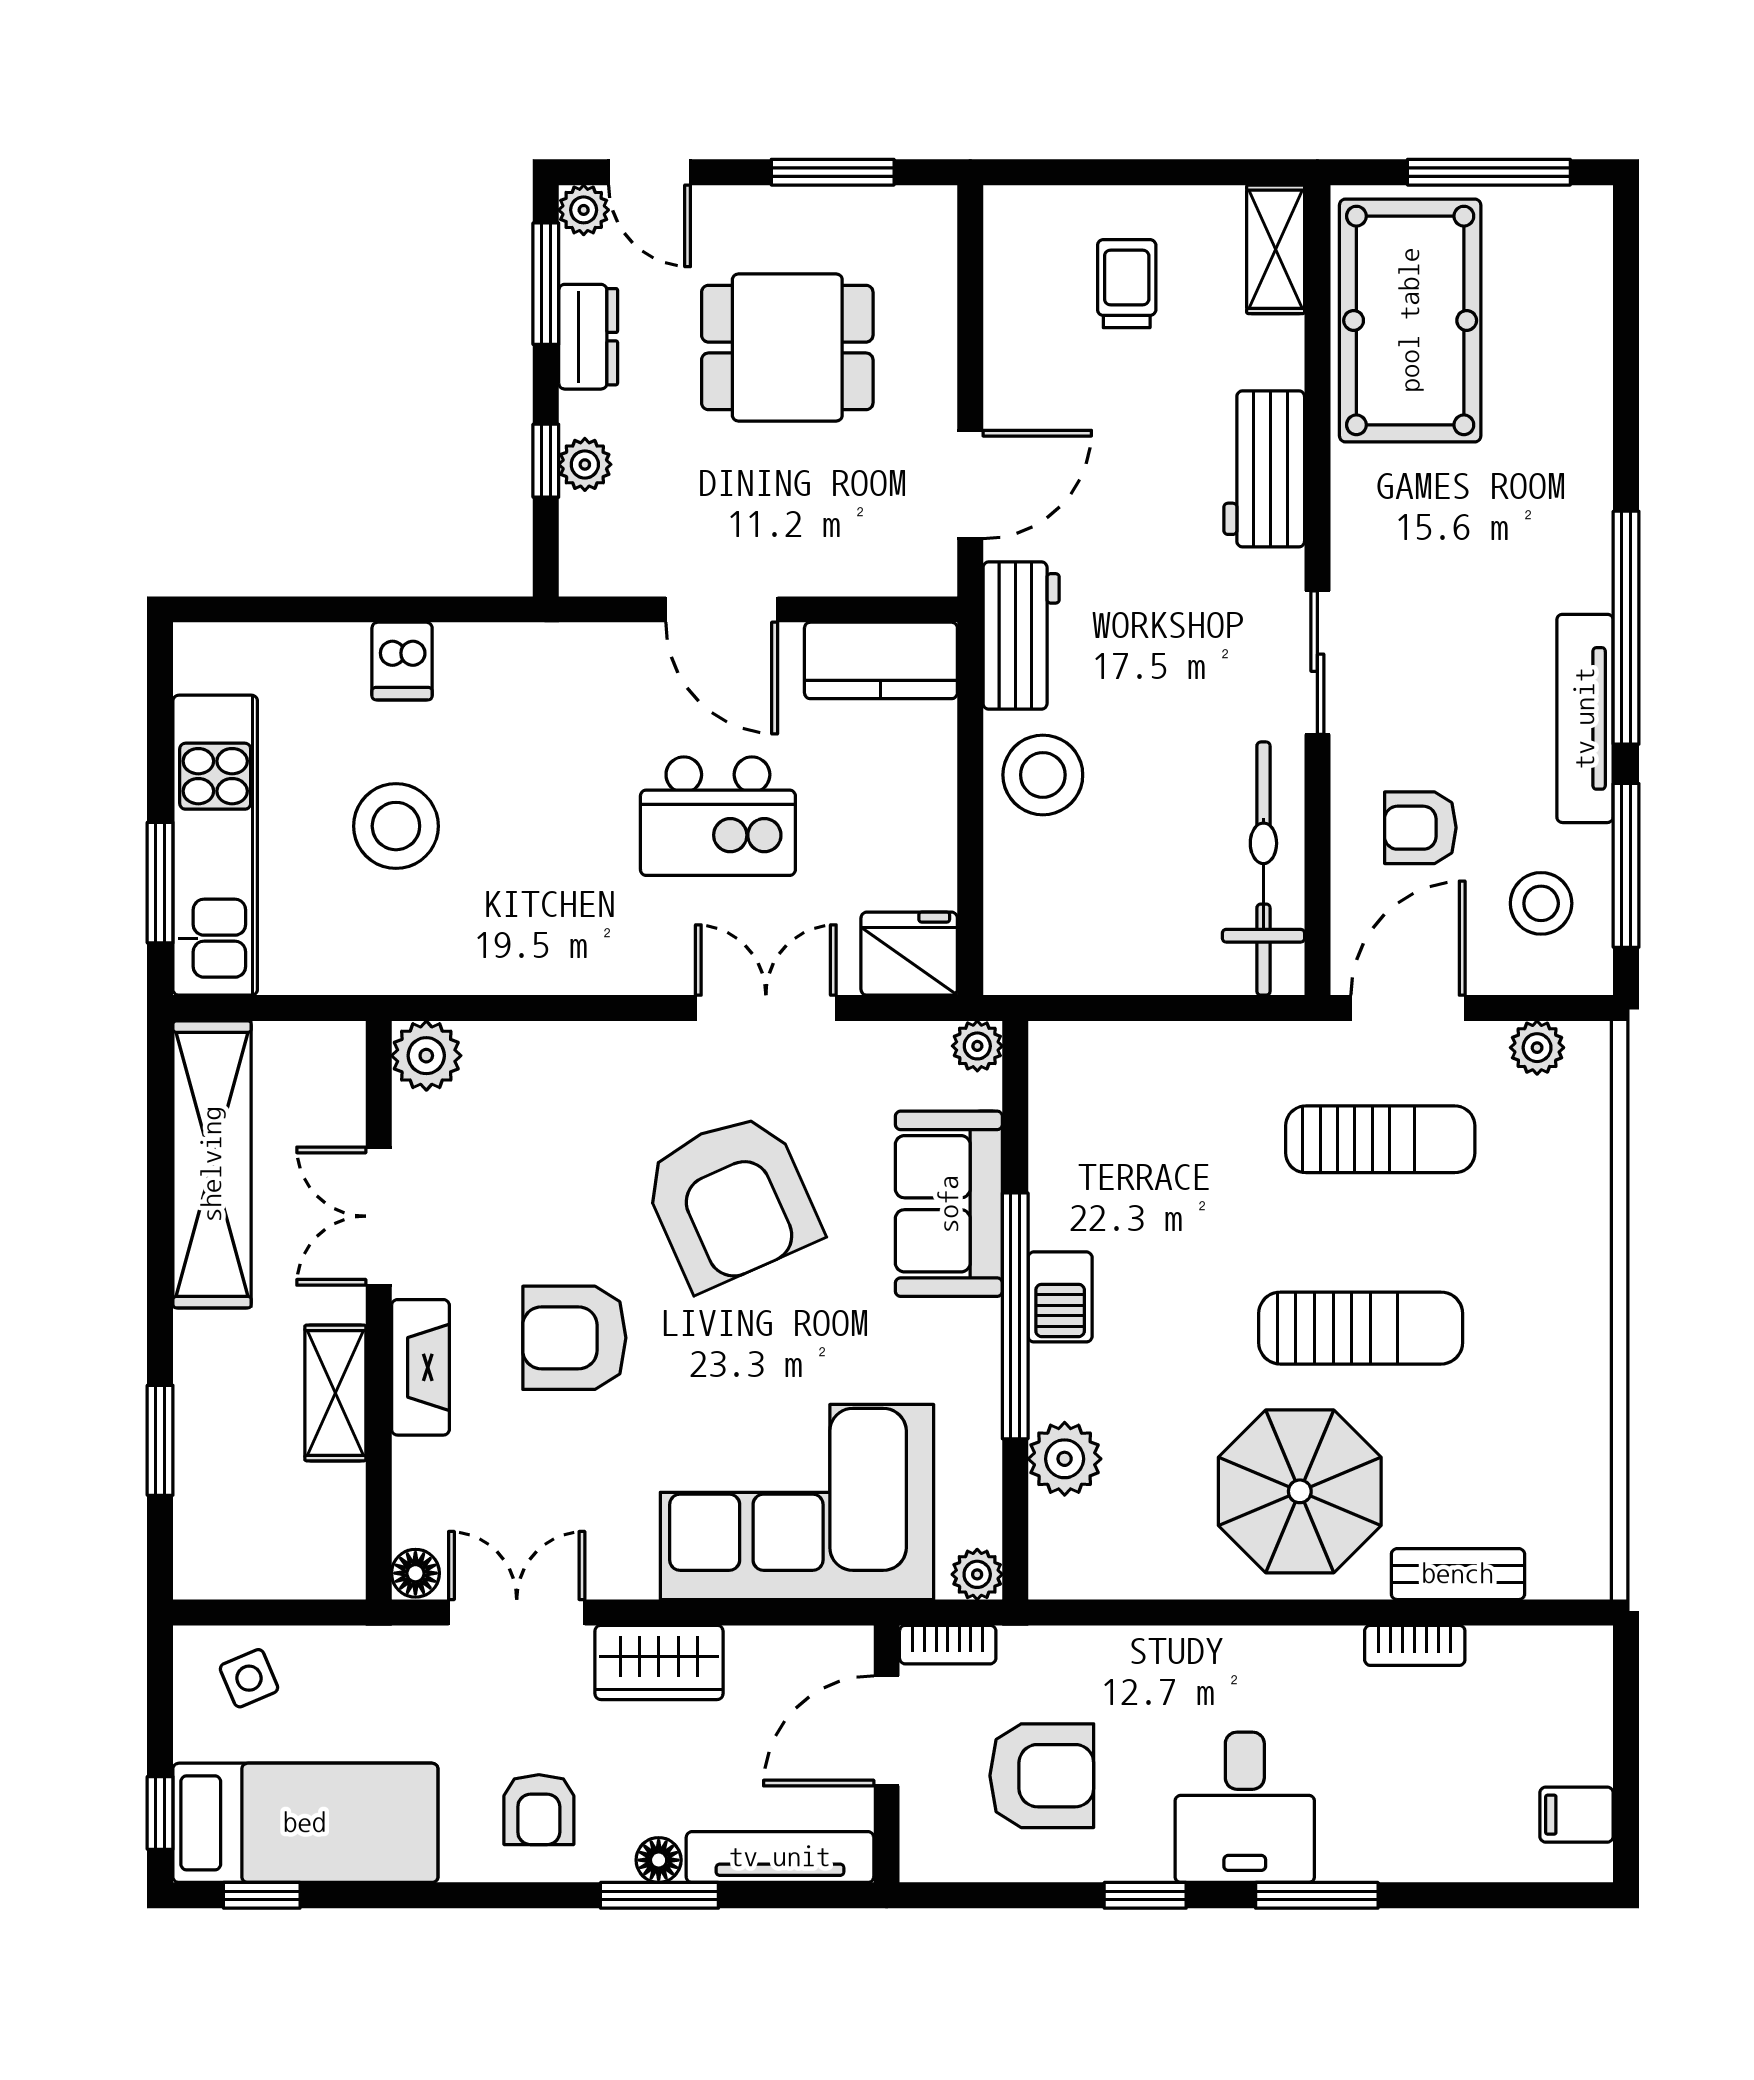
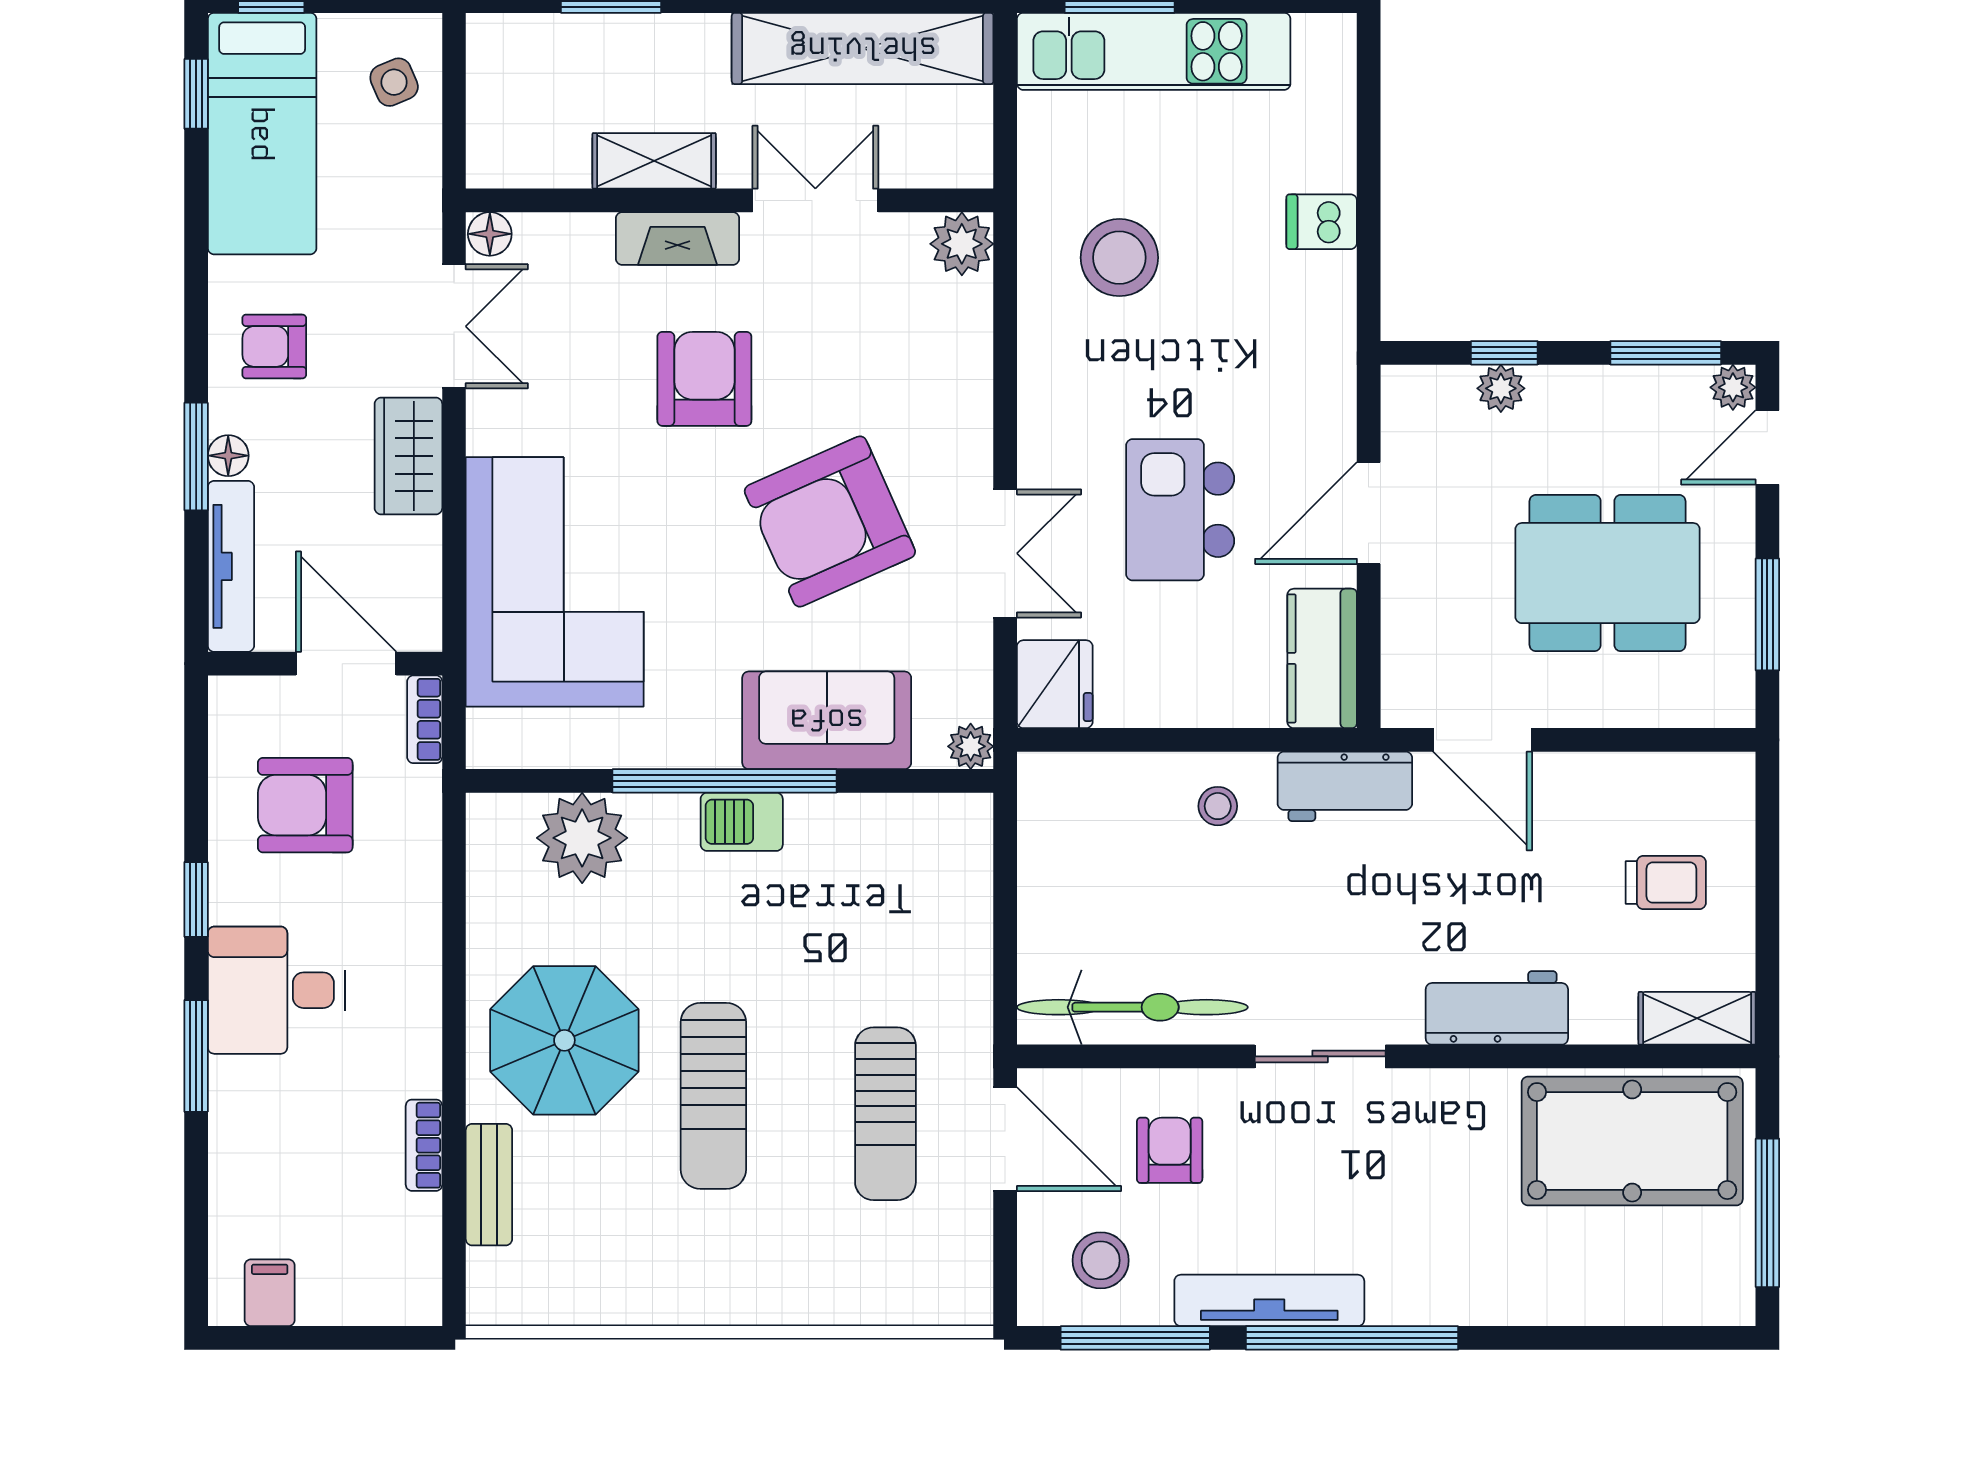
dresser: (588, 337) -> (1617, 391), removed
dining table: (787, 348) -> (1608, 573), width x1.37
stool: (1043, 775) -> (1218, 806), width x0.53, depth x0.53
stool: (396, 826) -> (1119, 258), moved
plant: (1537, 1048) -> (969, 1257), removed
plant: (1065, 1459) -> (582, 838), width x1.36, depth x1.36
plant: (977, 1574) -> (489, 746), removed
armchair: (1042, 1776) -> (305, 805), turned 90

